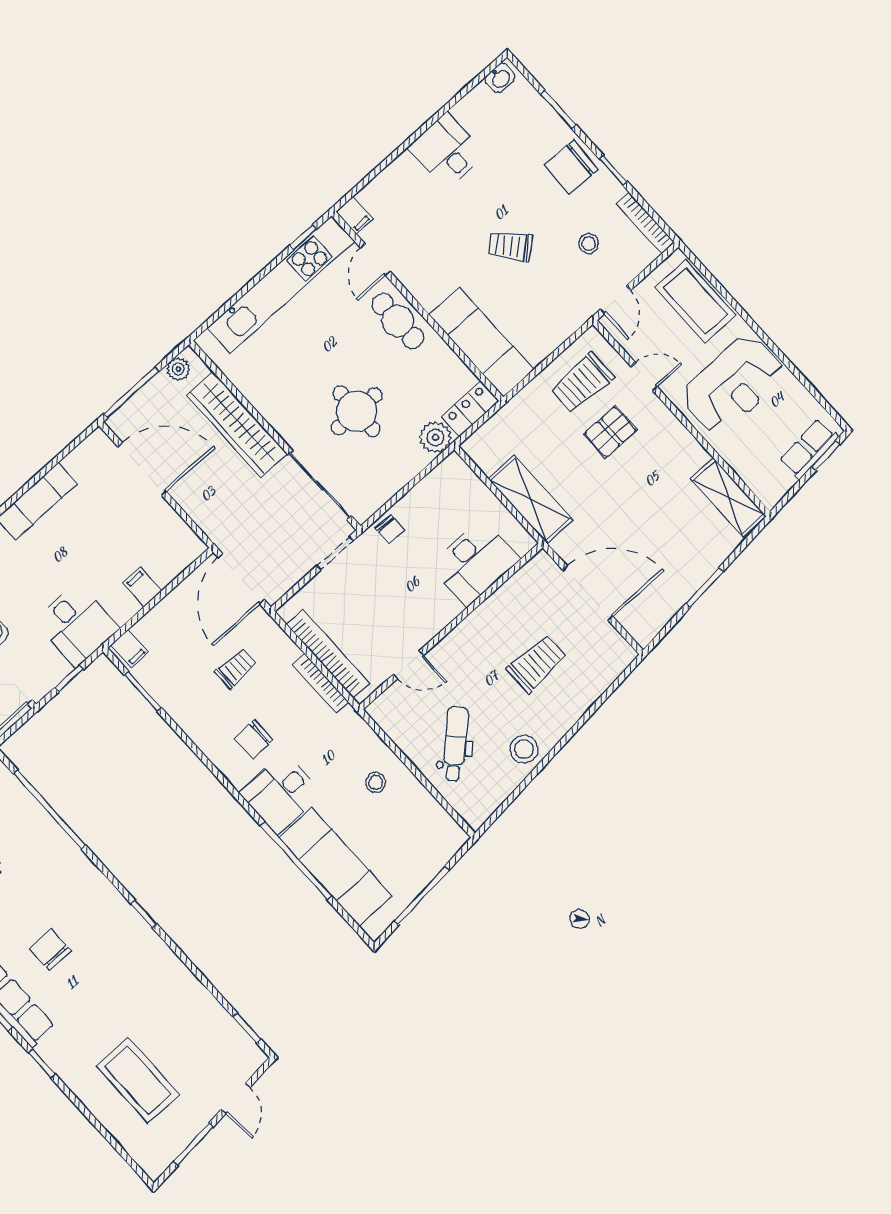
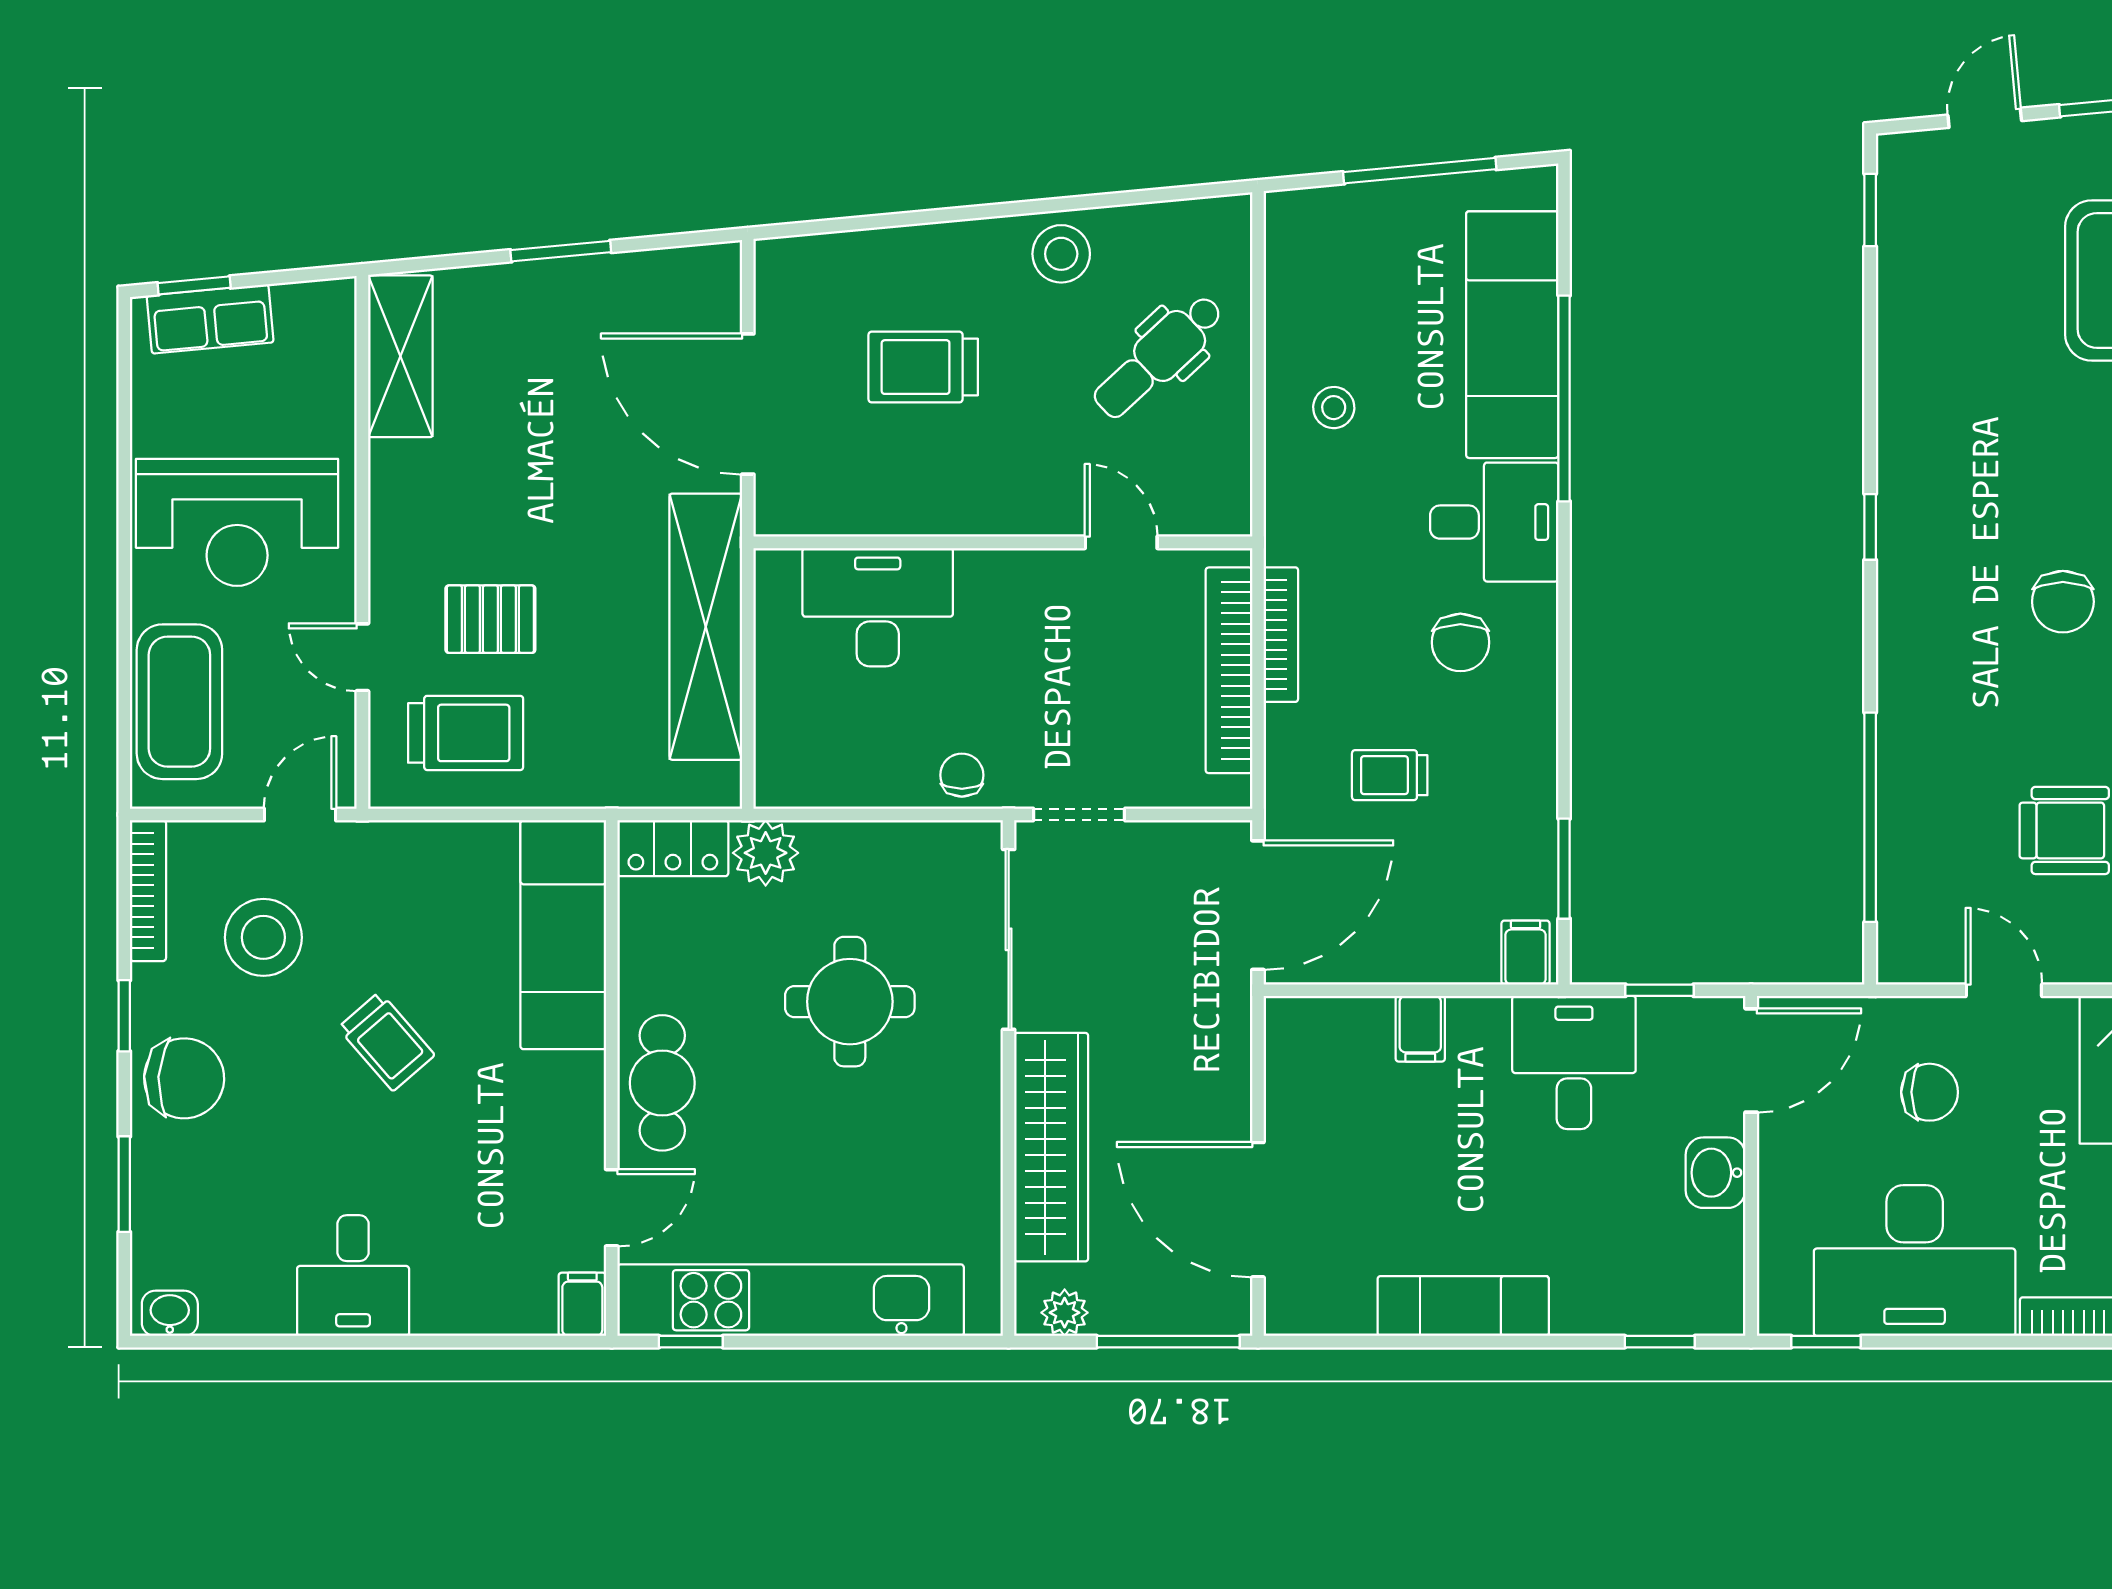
stool: (589, 244) -> (263, 937), width x1.89, depth x1.89
reception desk: (733, 384) -> (237, 522), turned 180
shelving: (530, 499) -> (706, 627), width x1.47
chair: (254, 739) -> (1460, 642), turned 90

